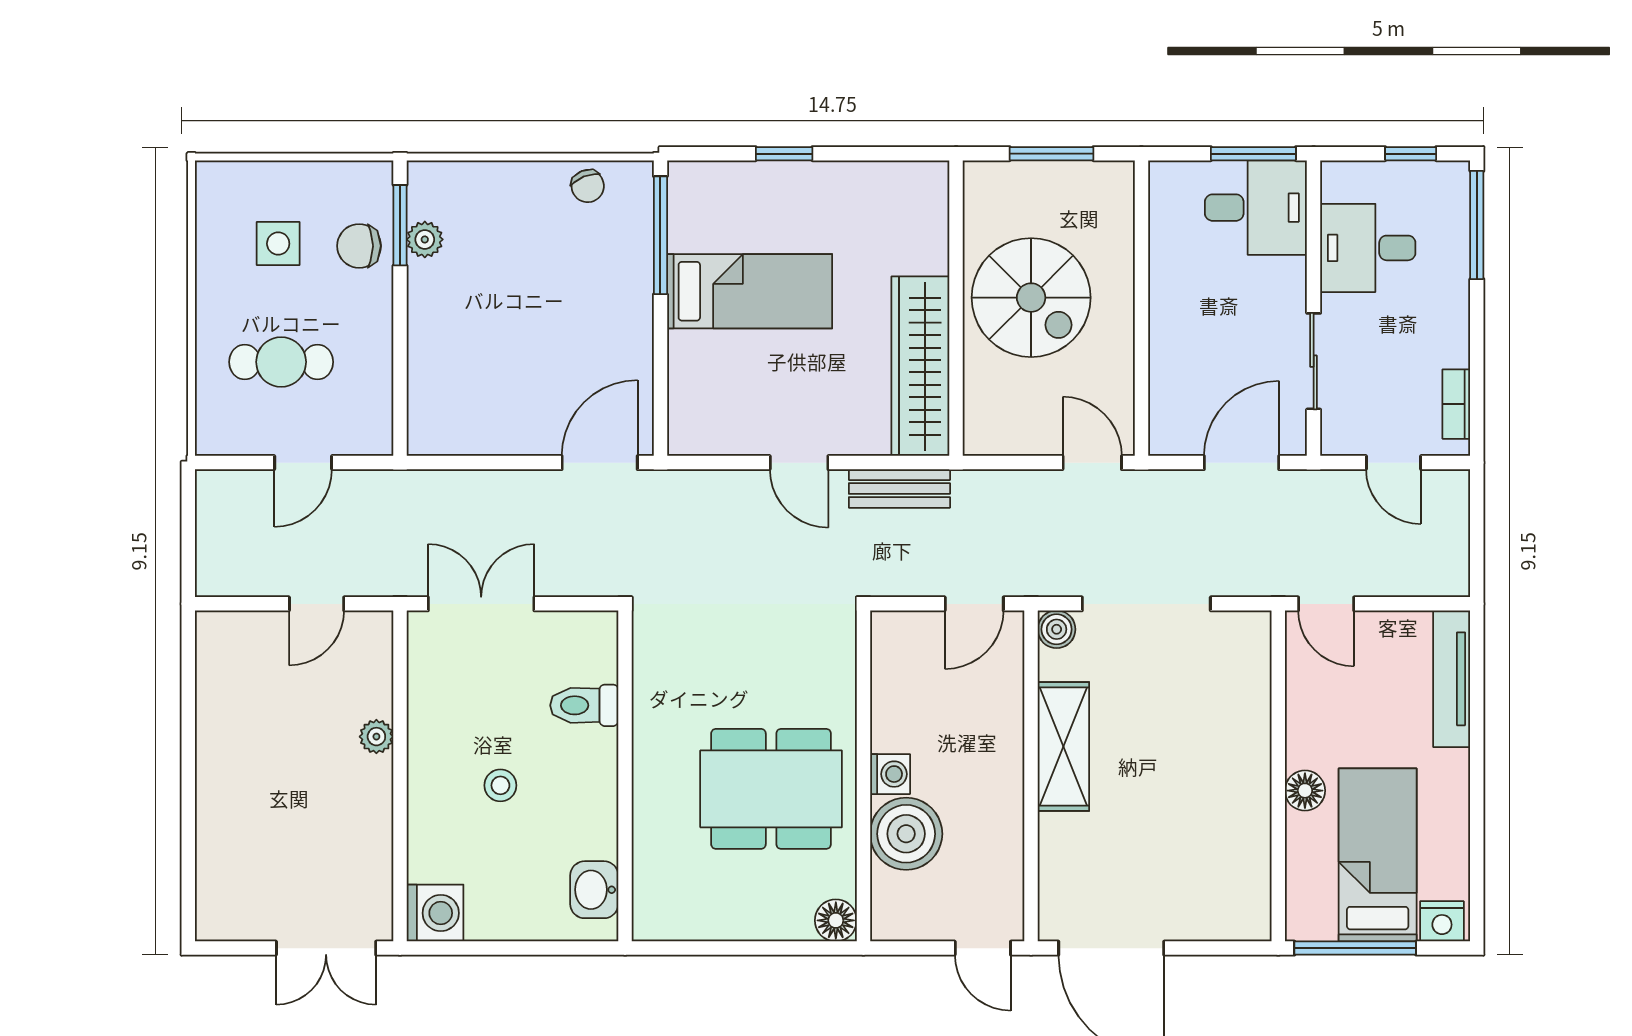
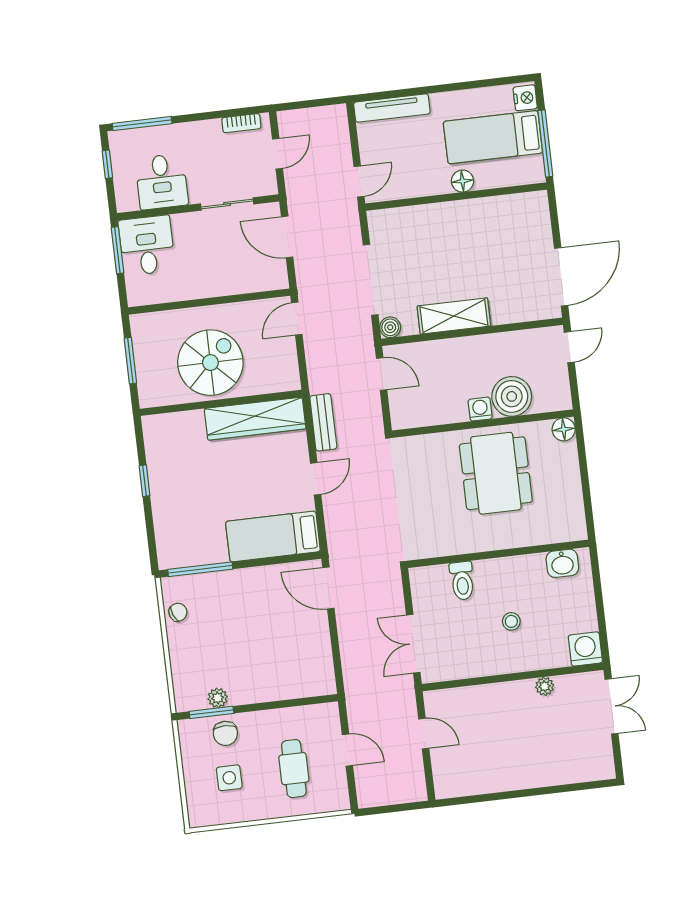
window: (784, 154) -> (145, 481), moved
bed: (750, 291) -> (273, 536), moved, turned -90
plant: (376, 737) -> (545, 686), moved

